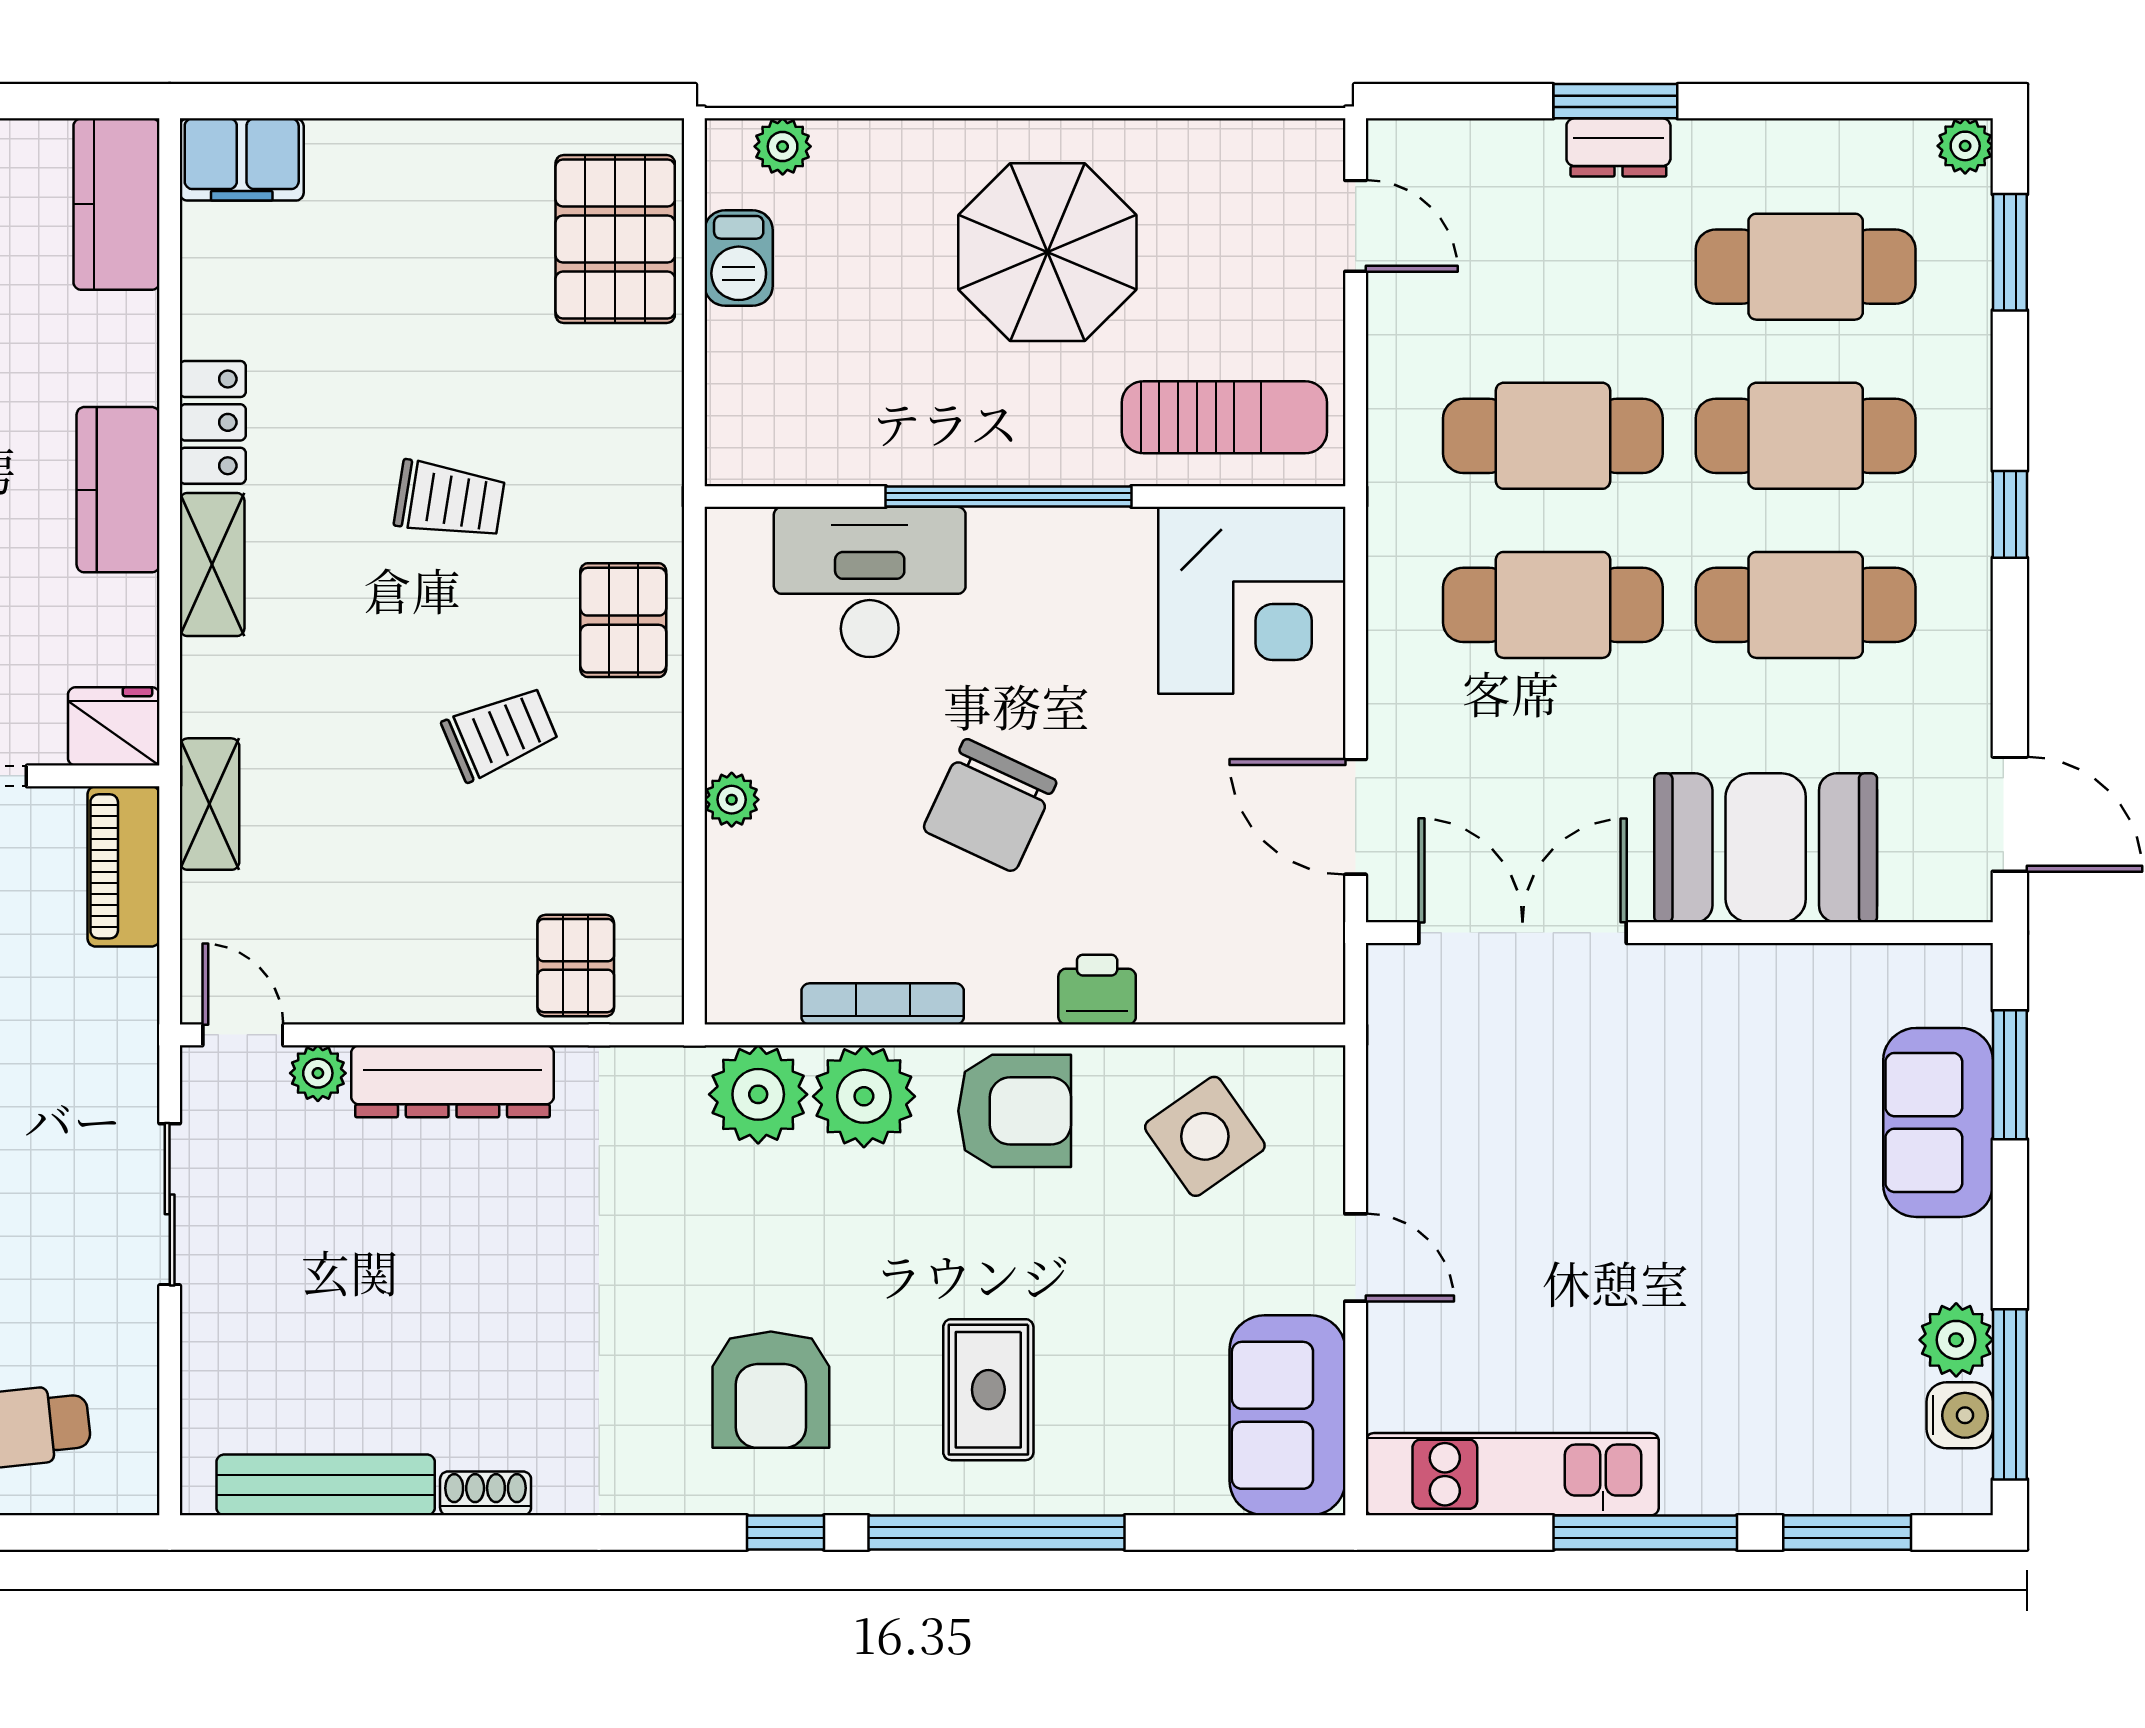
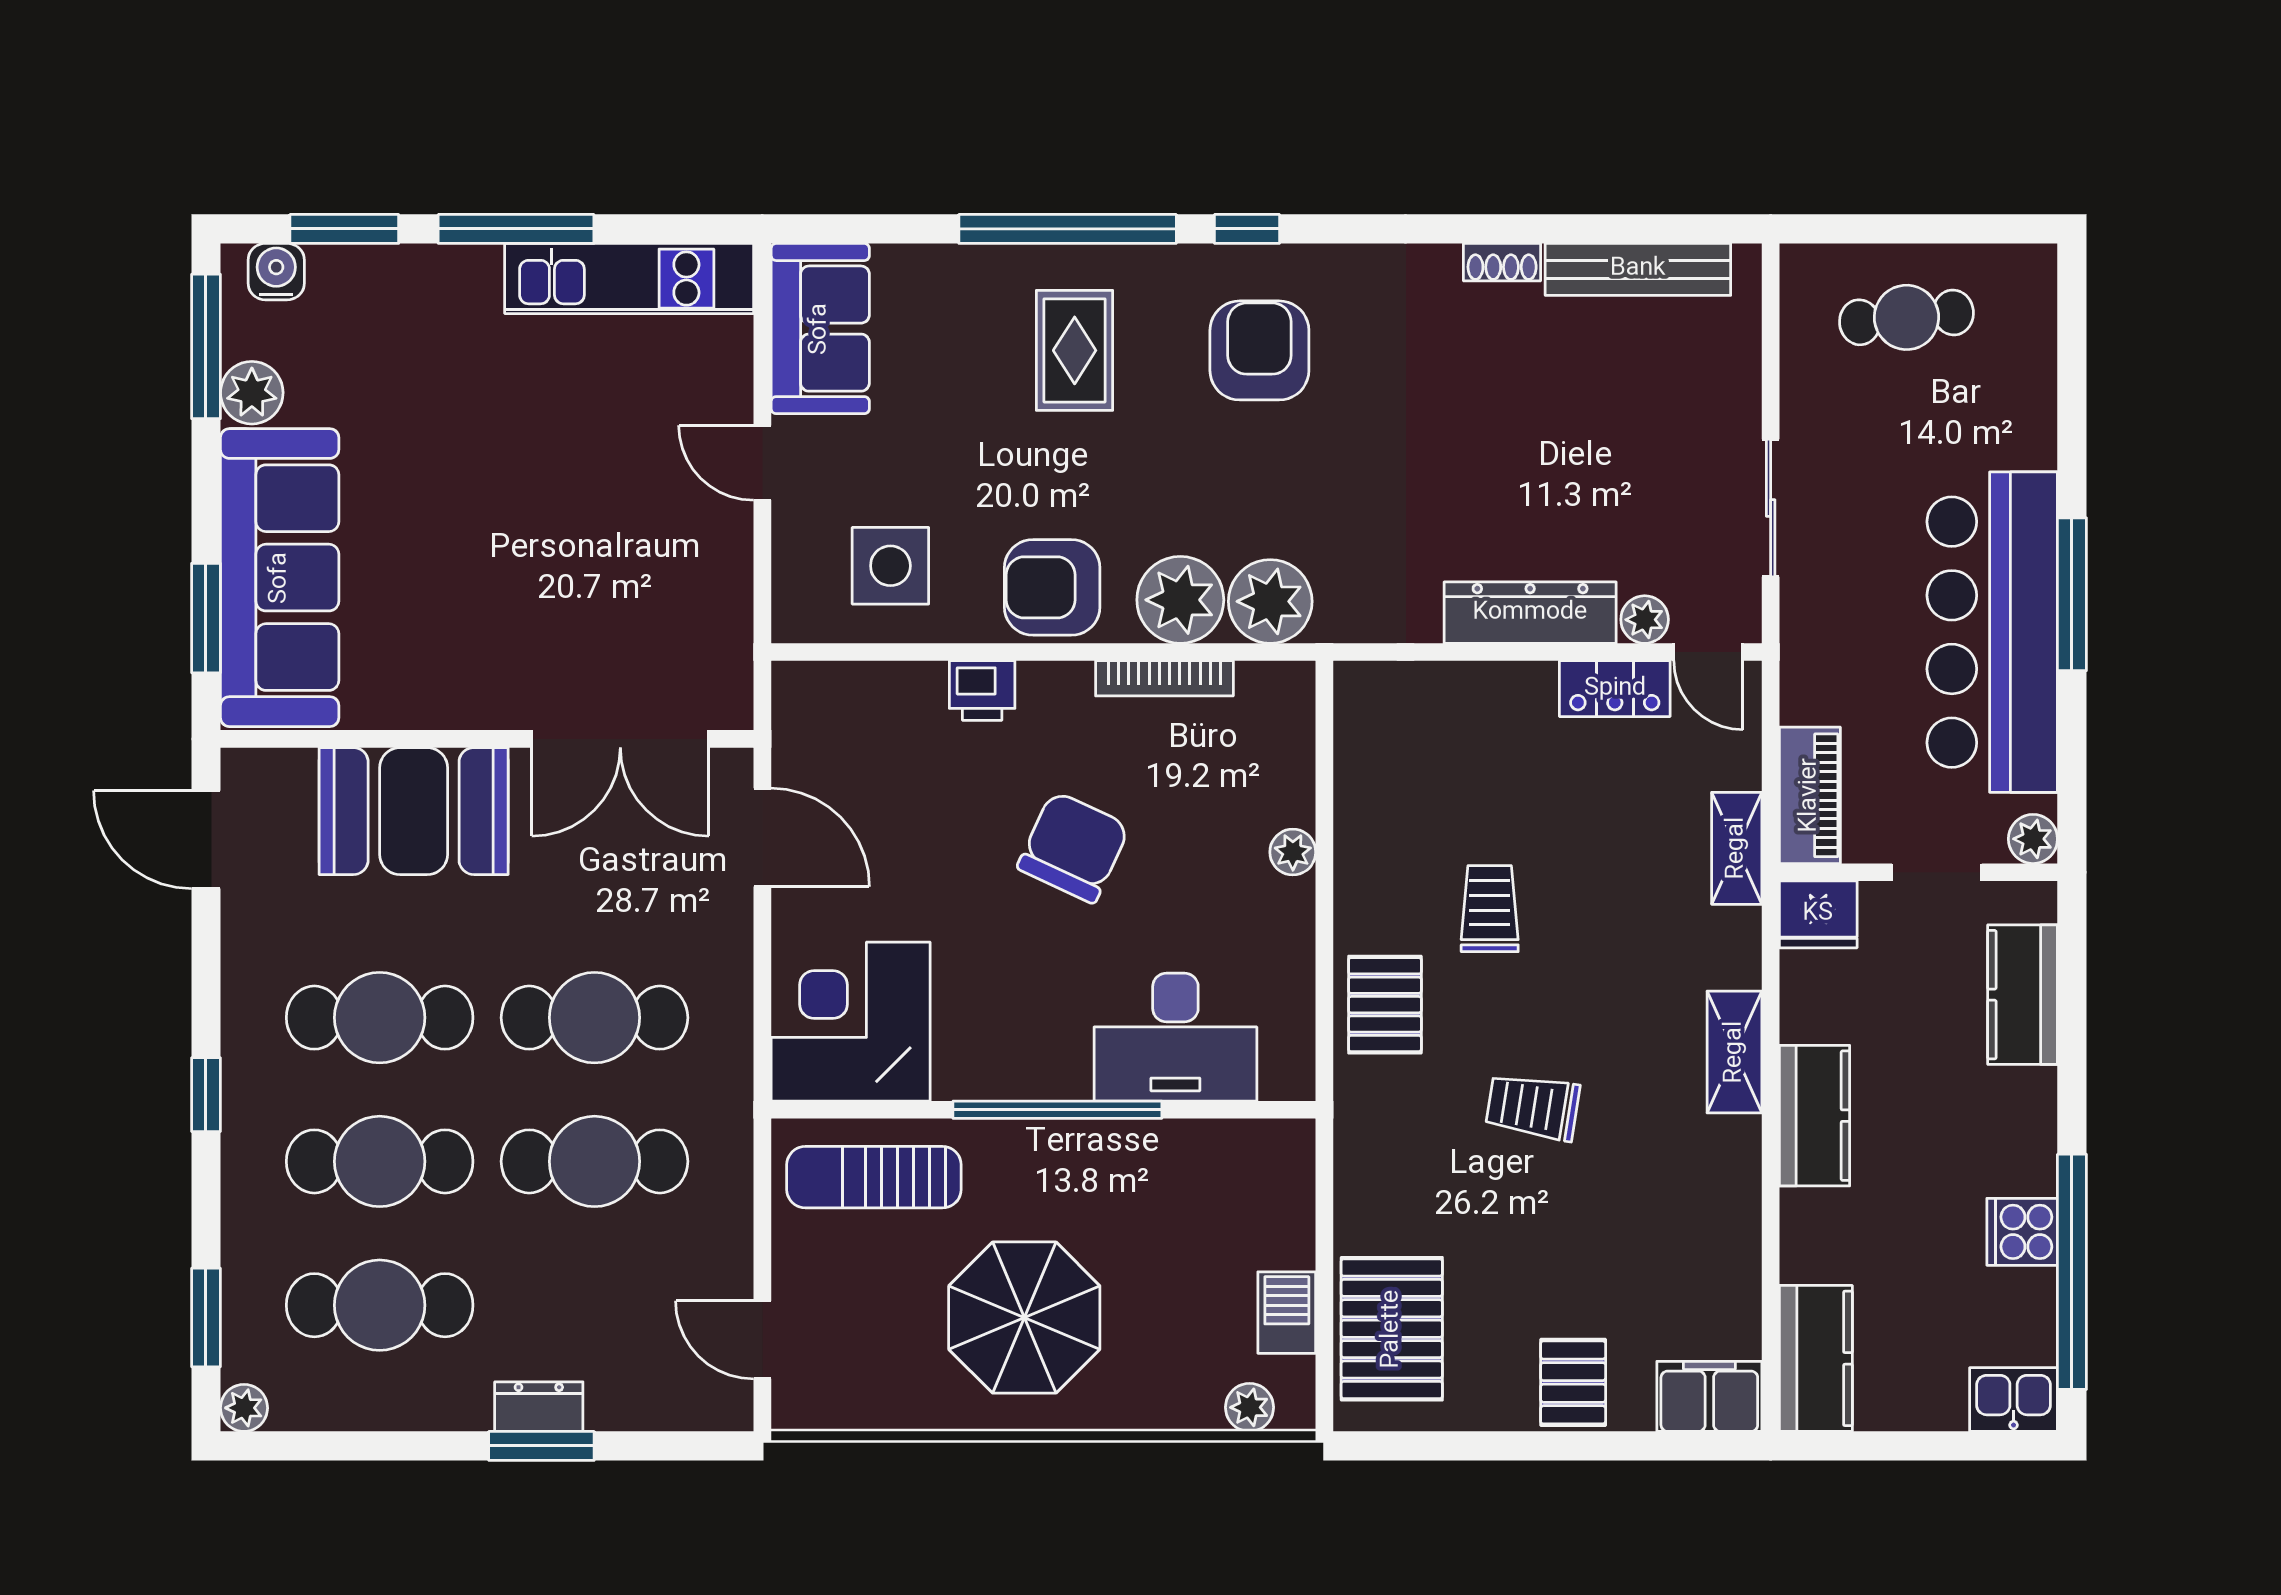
locker: (213, 422) -> (1615, 689), moved, turned -90
trolley: (500, 733) -> (1490, 909), turned 113
pallet: (576, 966) -> (1573, 1382), moved
sofa: (1938, 1122) -> (280, 578), width x1.85, depth x1.27
side table: (1205, 1136) -> (890, 566), turned 35
water cooler: (1960, 1415) -> (276, 272), moved, turned 90

